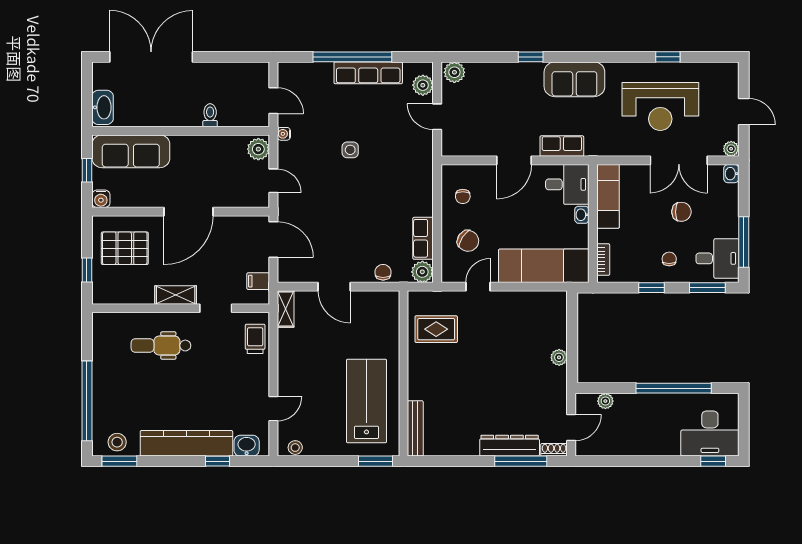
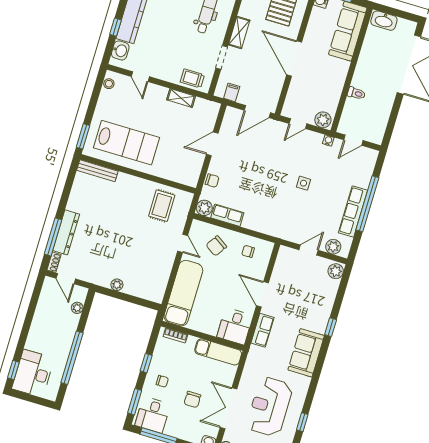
washbasin: (582, 215) -> (211, 330), removed
shelving: (286, 309) -> (181, 98), moved
trolley: (255, 339) -> (192, 78), turned 180

